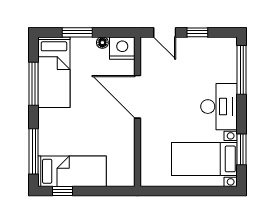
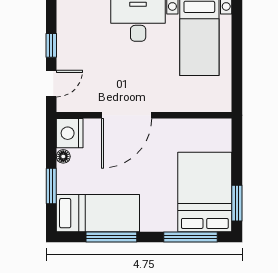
bed: (72, 171) -> (205, 192), width x1.50
window: (63, 191) -> (237, 203), width x1.50

